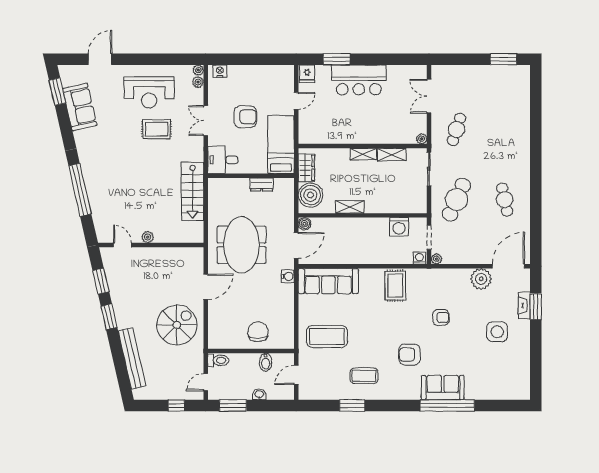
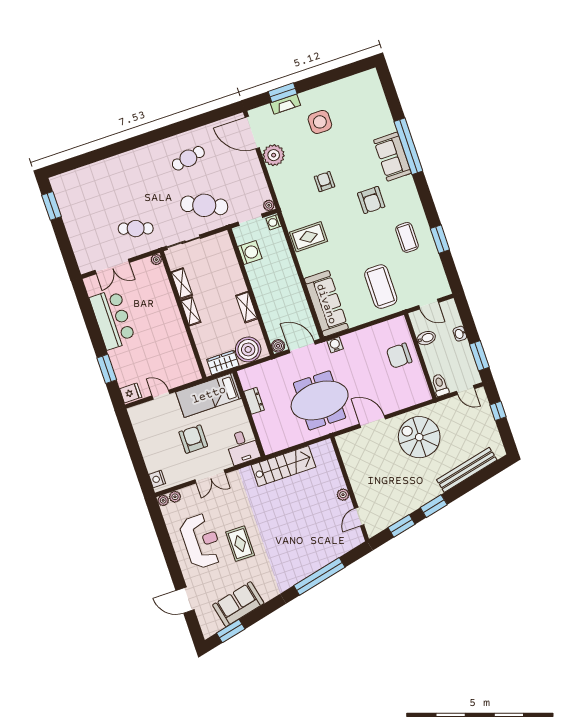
bar counter: (359, 80) -> (112, 319), moved
rug: (156, 129) -> (240, 544), moved

